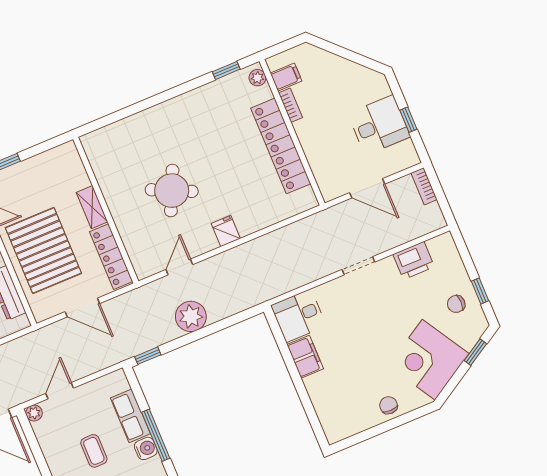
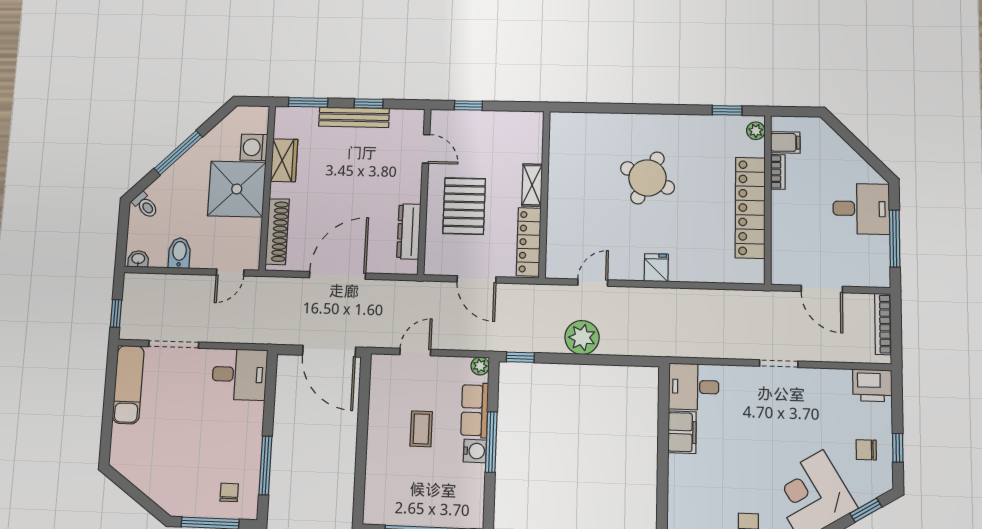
window: (408, 120) -> (895, 239), width x2.17
desk: (379, 125) -> (861, 209), moved
bookcase: (424, 186) -> (883, 324), width x1.56
round table: (172, 191) -> (648, 178), moved
pallet: (43, 250) -> (464, 206), width x0.73, depth x0.71
printer: (414, 261) -> (872, 385), moved
plant: (34, 413) -> (480, 366), moved

